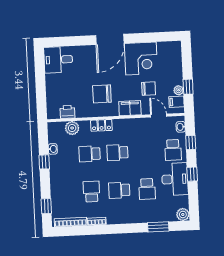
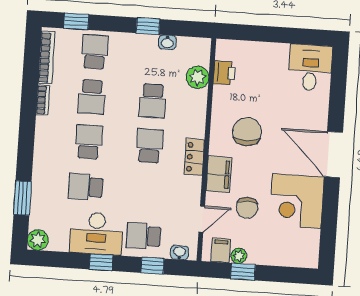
locker: (101, 125) -> (194, 157), moved
school desk: (90, 154) -> (153, 101), turned 180
school desk: (91, 192) -> (92, 97), turned 90
school desk: (64, 193) -> (95, 52), added

